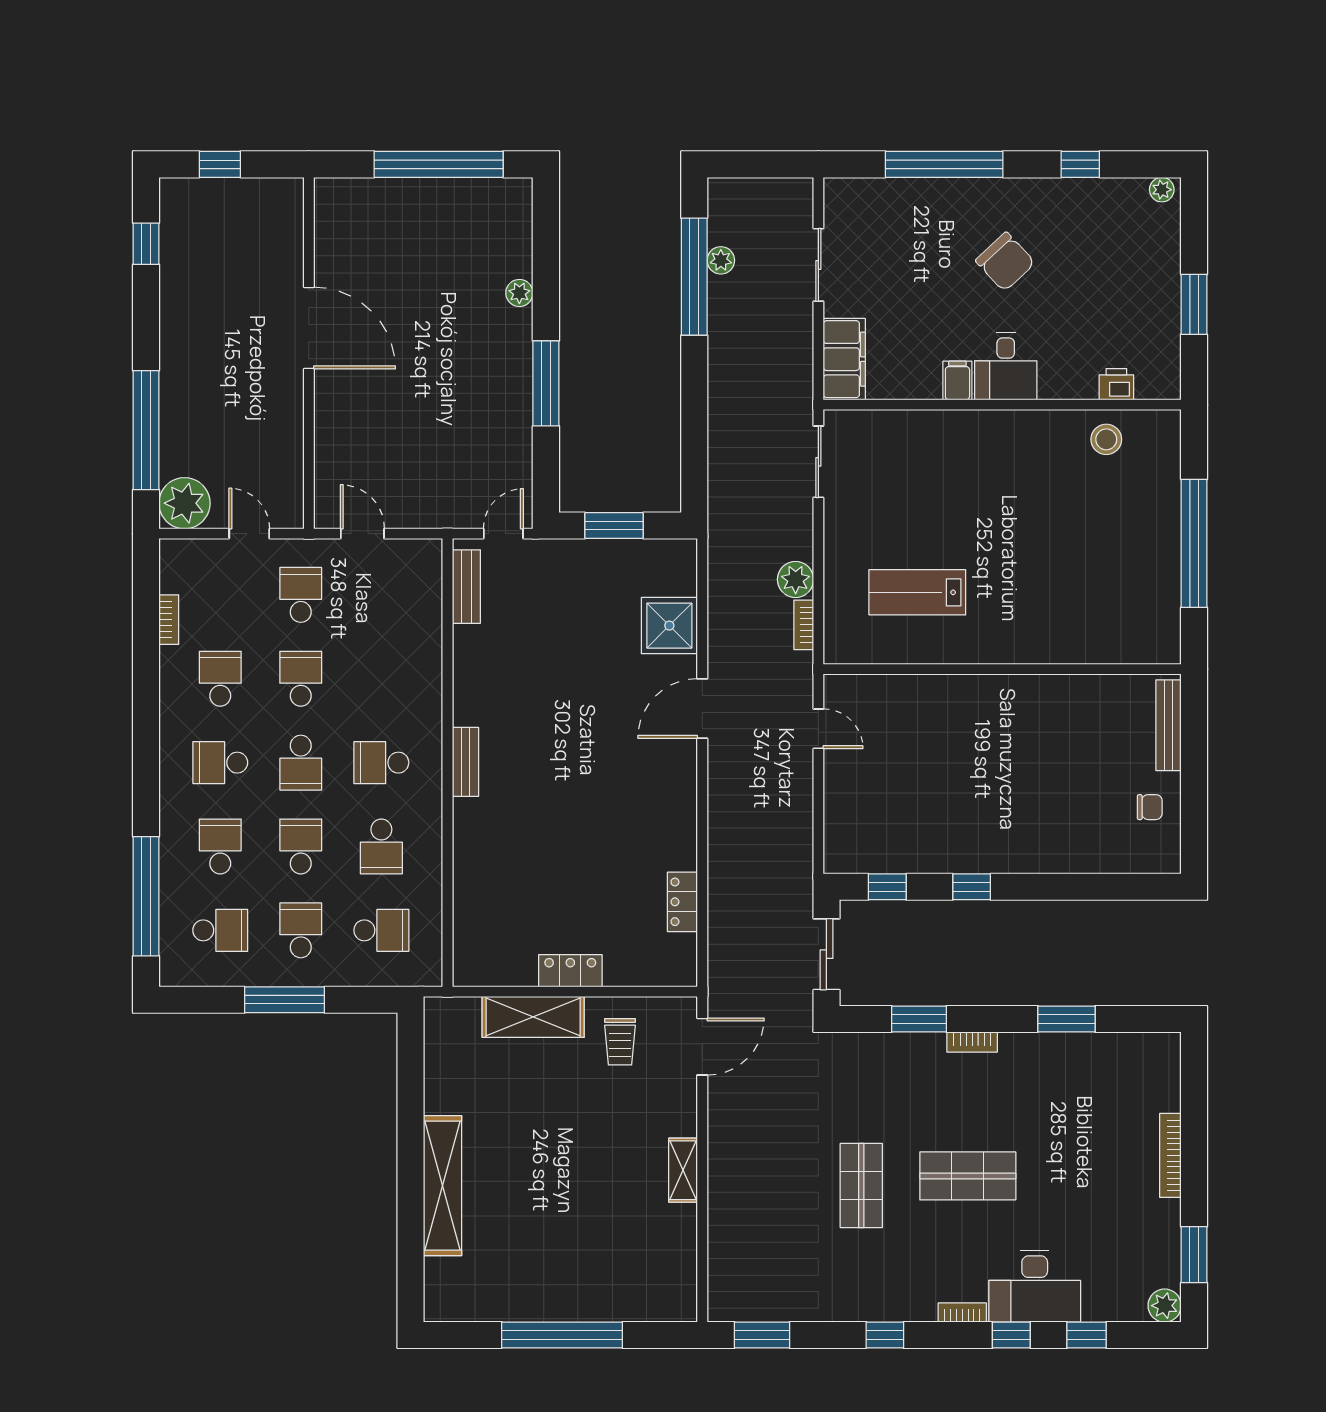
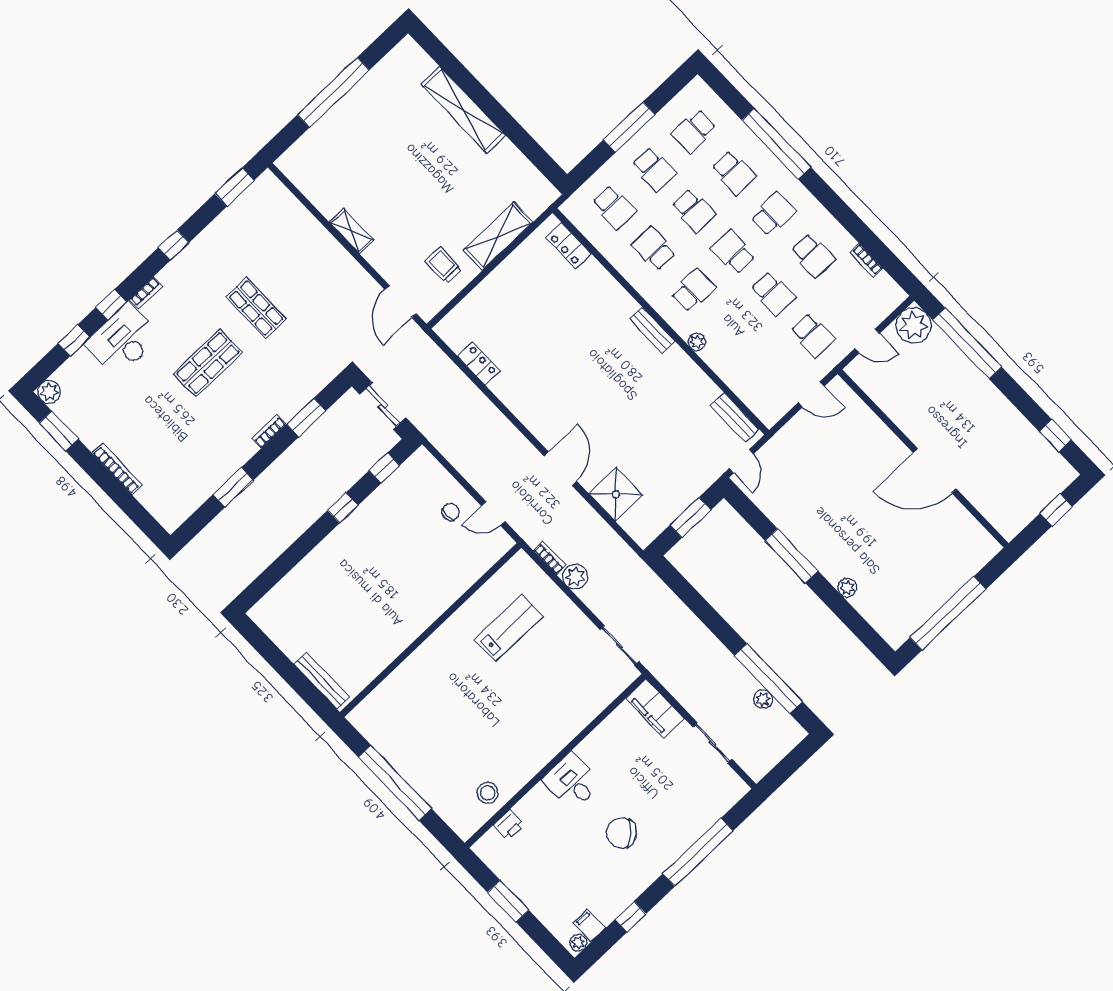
filing cabinet: (957, 380) -> (589, 925), moved, turned 180
plant: (430, 704) -> (697, 342), added
chair: (1150, 807) -> (451, 512), moved, turned 180
window: (146, 896) -> (776, 144), moved
school desk: (381, 930) -> (614, 207), turned -90
locker: (570, 971) -> (569, 246), moved, turned 90

